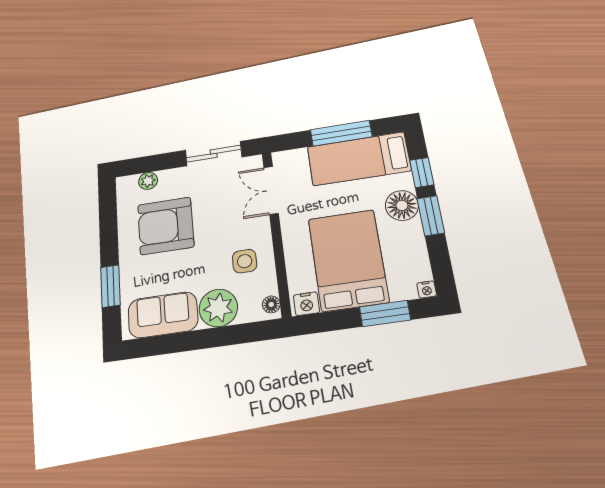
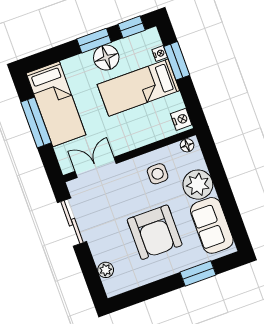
window: (422, 173) -> (132, 27), moved
double door: (271, 190) -> (96, 167), swing flipped
floor lamp: (402, 205) -> (106, 58), moved
armchair: (166, 226) -> (155, 232), moved
bed: (348, 260) -> (138, 88), width x0.67
nightstand: (427, 290) -> (160, 53), moved

